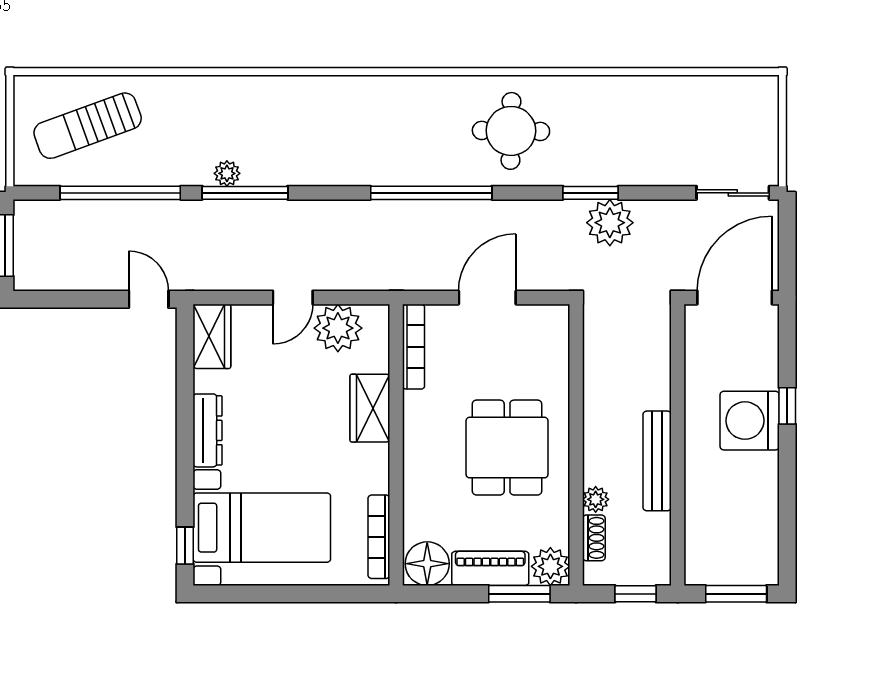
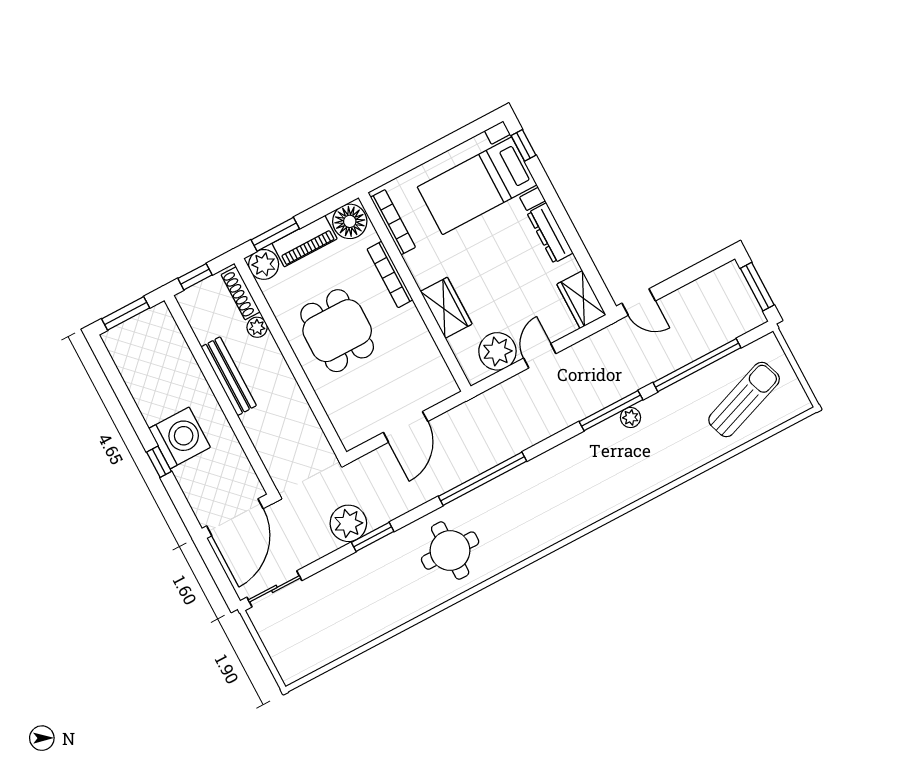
bookcase: (414, 347) -> (390, 274), moved
shoe rack: (594, 538) -> (241, 293), width x1.43

